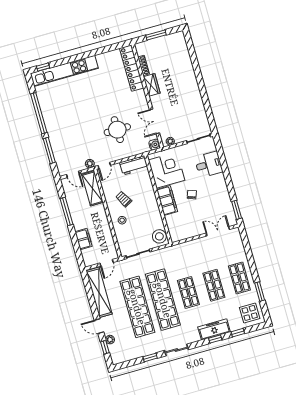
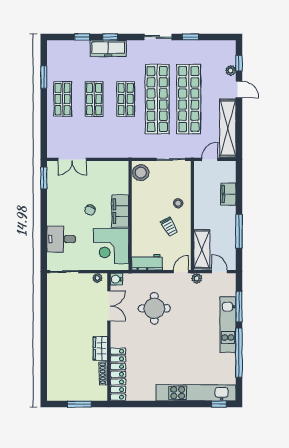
kitchen unit: (54, 133) -> (228, 325), added
display table: (250, 313) -> (62, 56), removed

